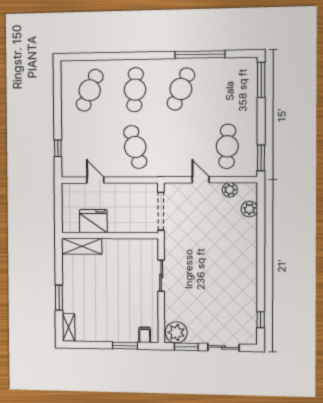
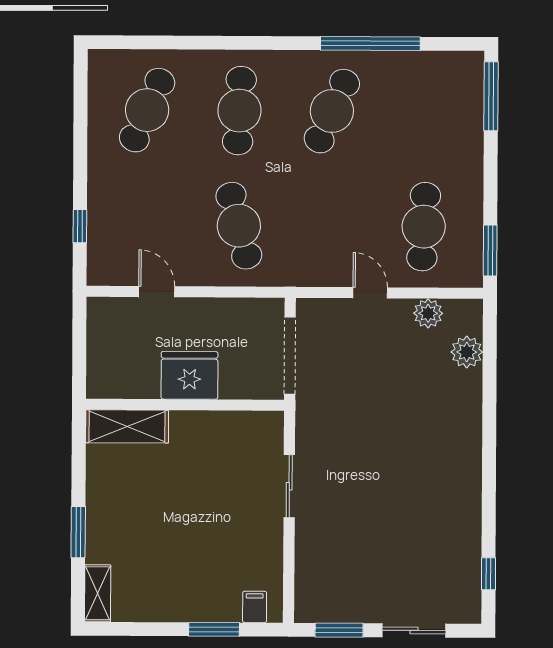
fridge: (93, 221) -> (189, 375), moved
plant: (176, 332) -> (319, 601), removed

